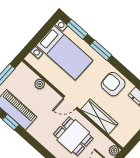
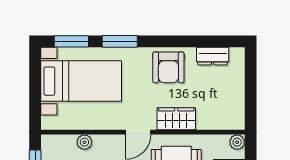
armchair: (113, 84) -> (168, 67), turned -90
wardrobe: (99, 117) -> (176, 119), width x0.67

